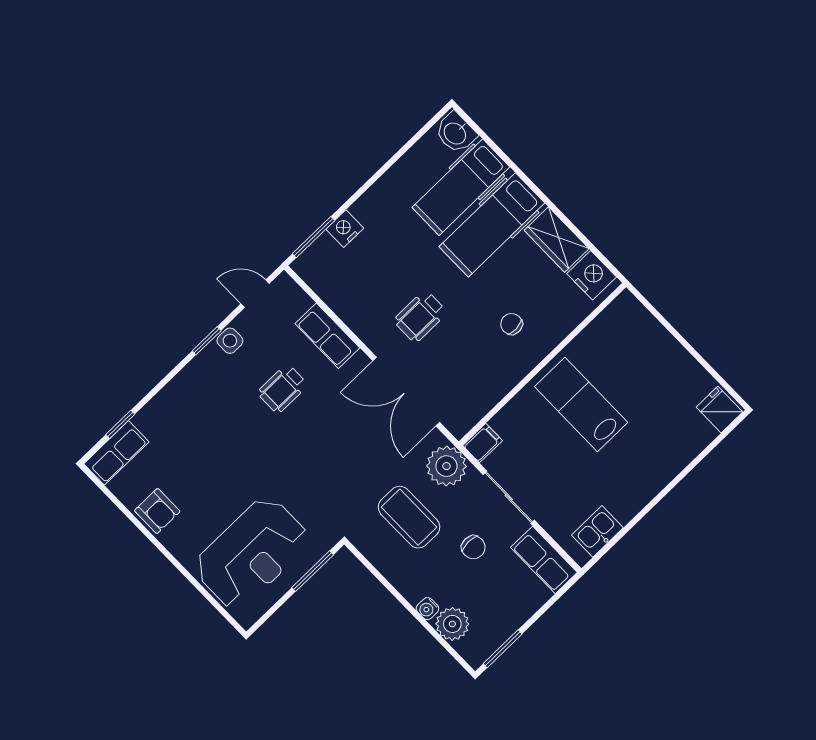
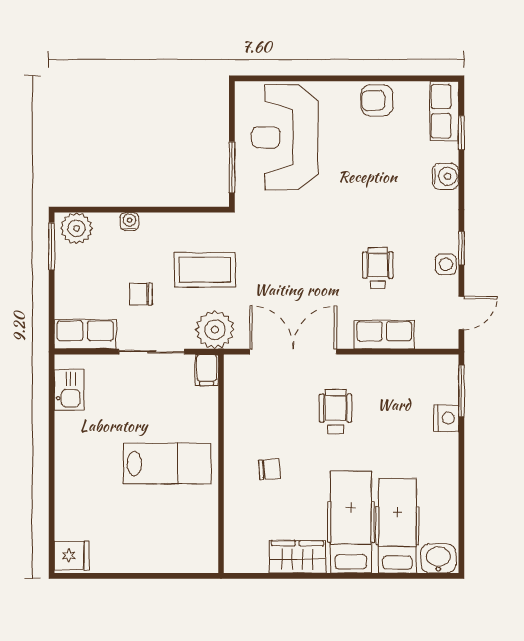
nightstand: (592, 275) -> (249, 557), removed
water cooler: (164, 405) -> (446, 176), added
plant: (452, 624) -> (77, 228), moved

